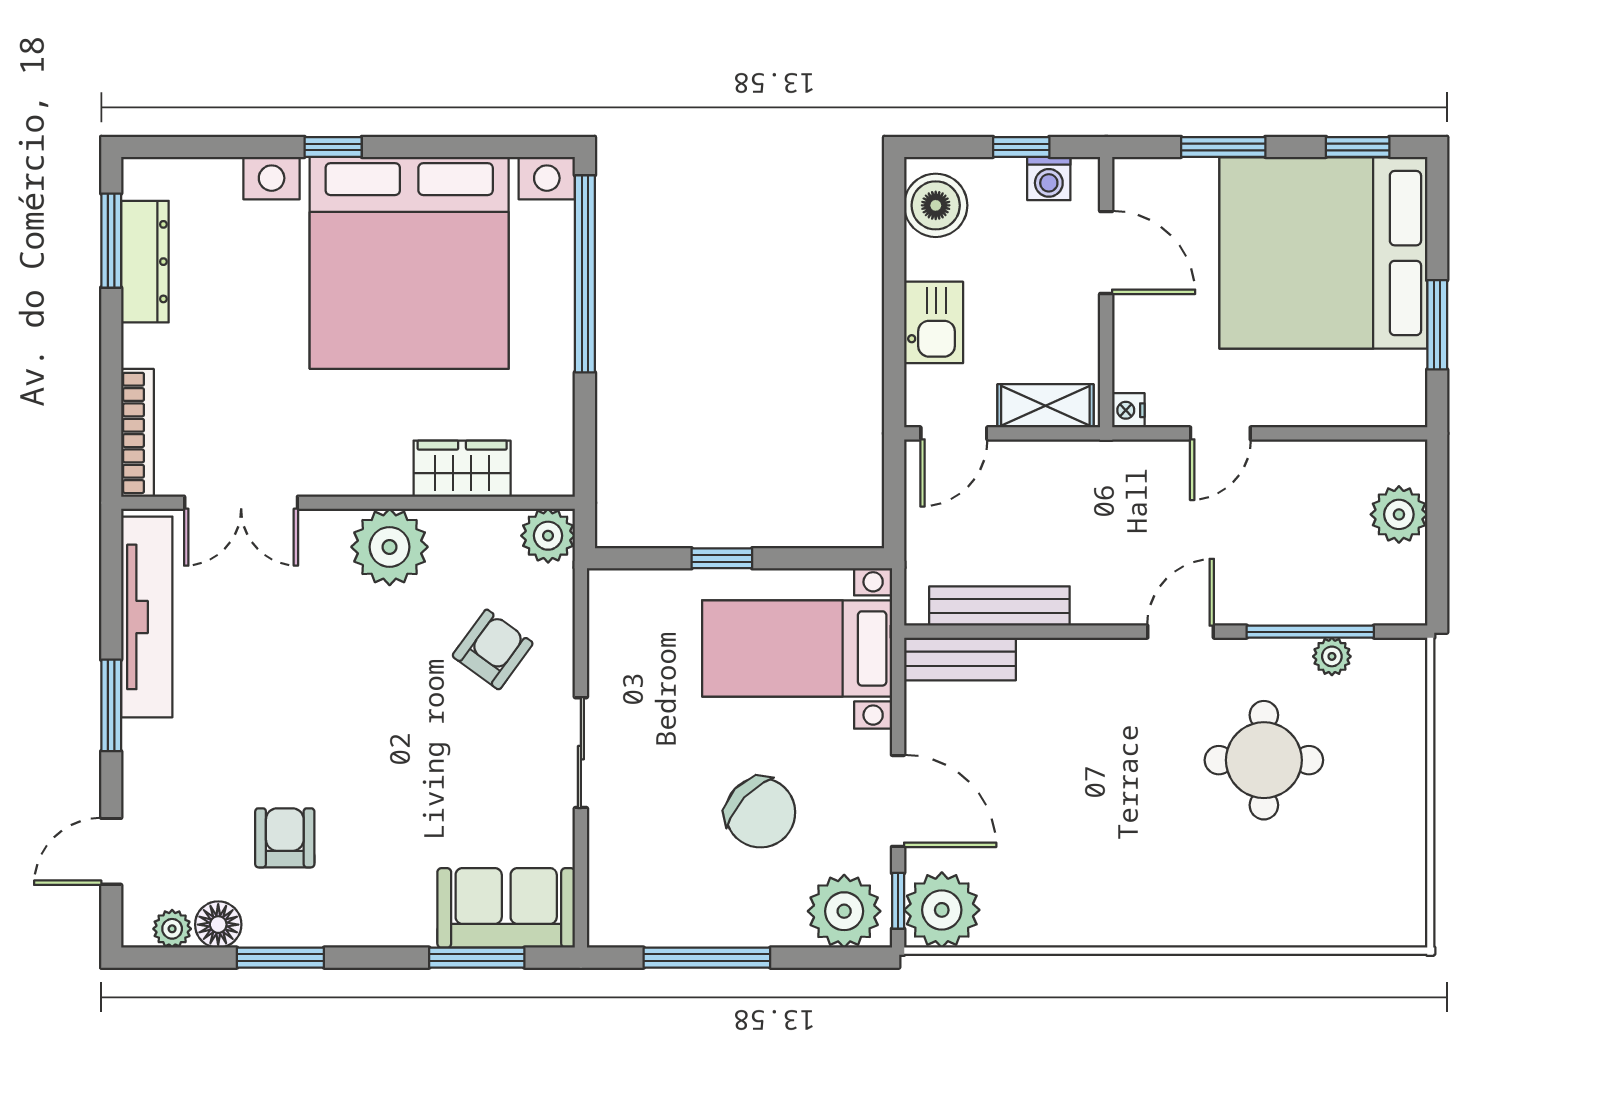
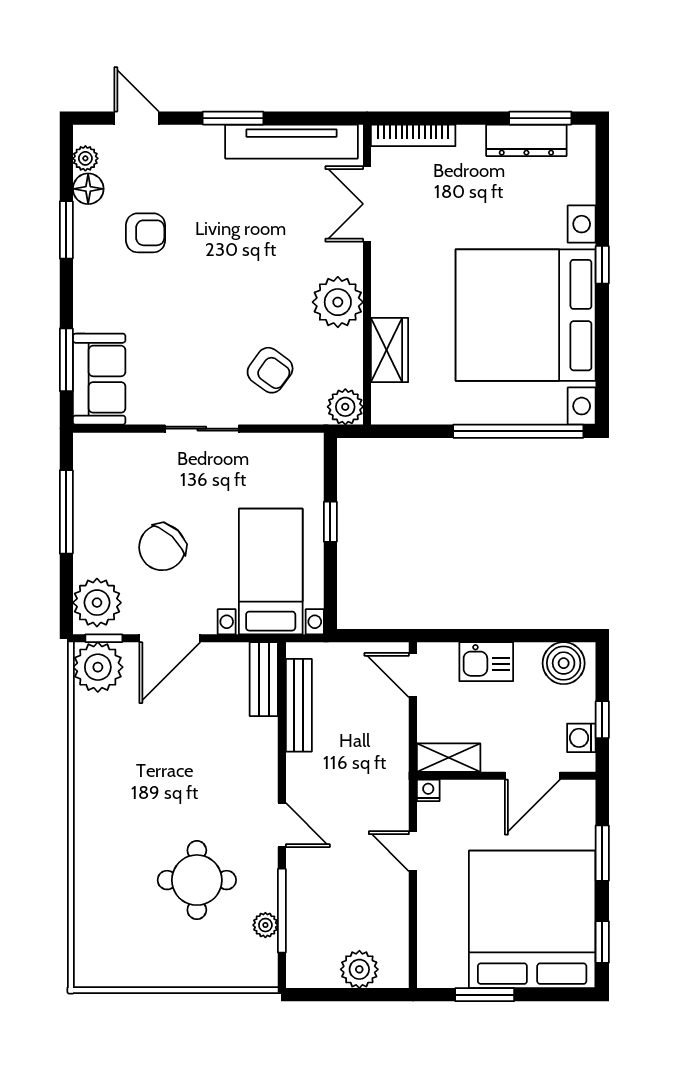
shelving: (1045, 406) -> (449, 758), moved, turned 90

